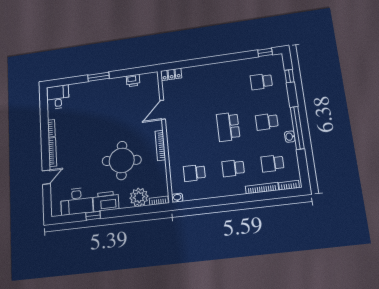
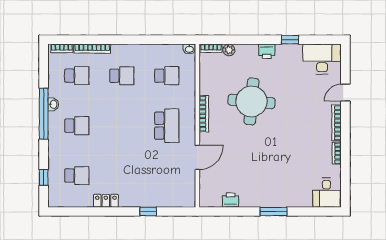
window: (265, 52) -> (148, 212), moved
locker: (171, 74) -> (106, 201), moved
school desk: (228, 127) -> (167, 126), moved
plant: (139, 197) -> (229, 50), width x0.53, depth x0.53
desk: (77, 201) -> (322, 59), moved
printer: (106, 201) -> (267, 51), width x0.53, depth x0.68

